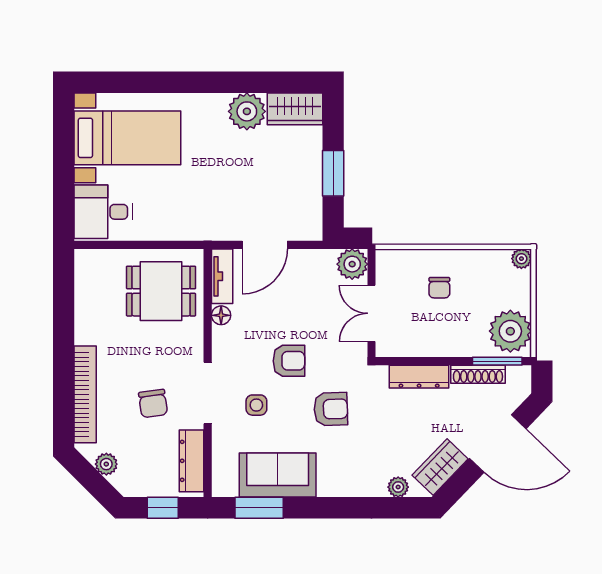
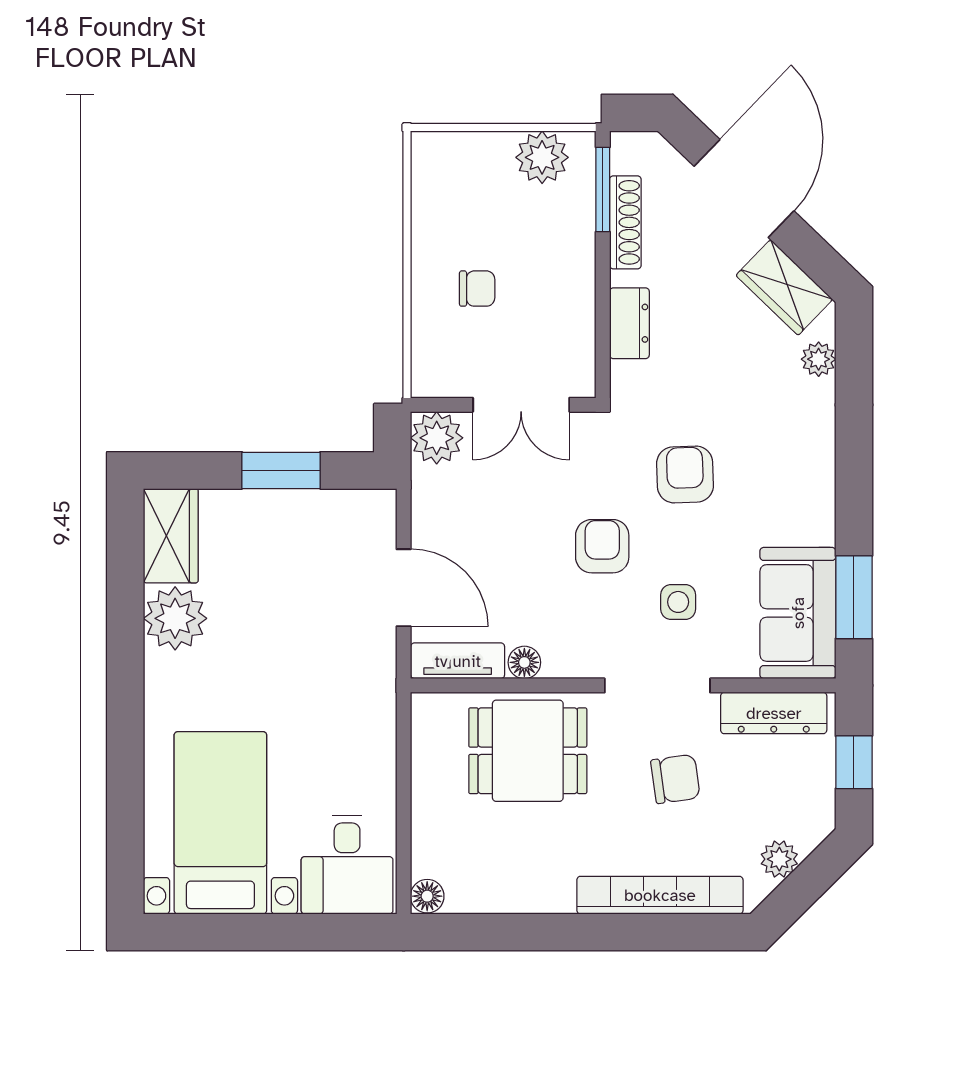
floor lamp: (85, 259) -> (427, 896), added
plant: (521, 259) -> (427, 148), removed
dining table: (161, 291) -> (528, 751), moved, turned 90
plant: (510, 331) -> (542, 157), width x0.73, depth x0.73
dresser: (419, 377) -> (629, 323), width x0.70
sofa: (278, 475) -> (798, 613), moved

